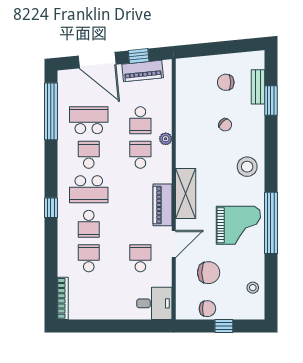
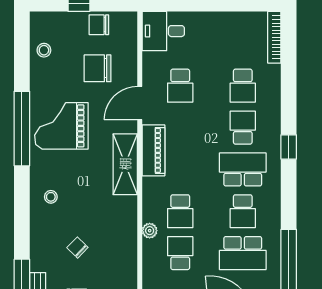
stool: (247, 167) -> (51, 197), width x0.53, depth x0.53

